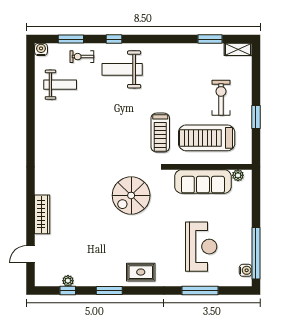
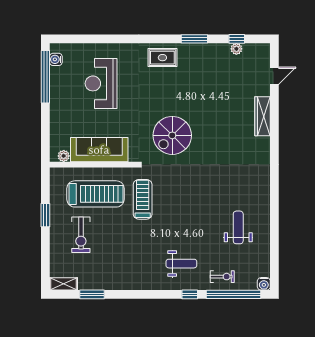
window: (71, 39) -> (233, 294), width x2.11
weight bench: (122, 69) -> (181, 264), width x0.73, depth x0.75
weight bench: (60, 85) -> (238, 227), moved, turned 90
spiral stairs: (131, 195) -> (172, 135), turned 180
window: (200, 290) -> (102, 39), removed

